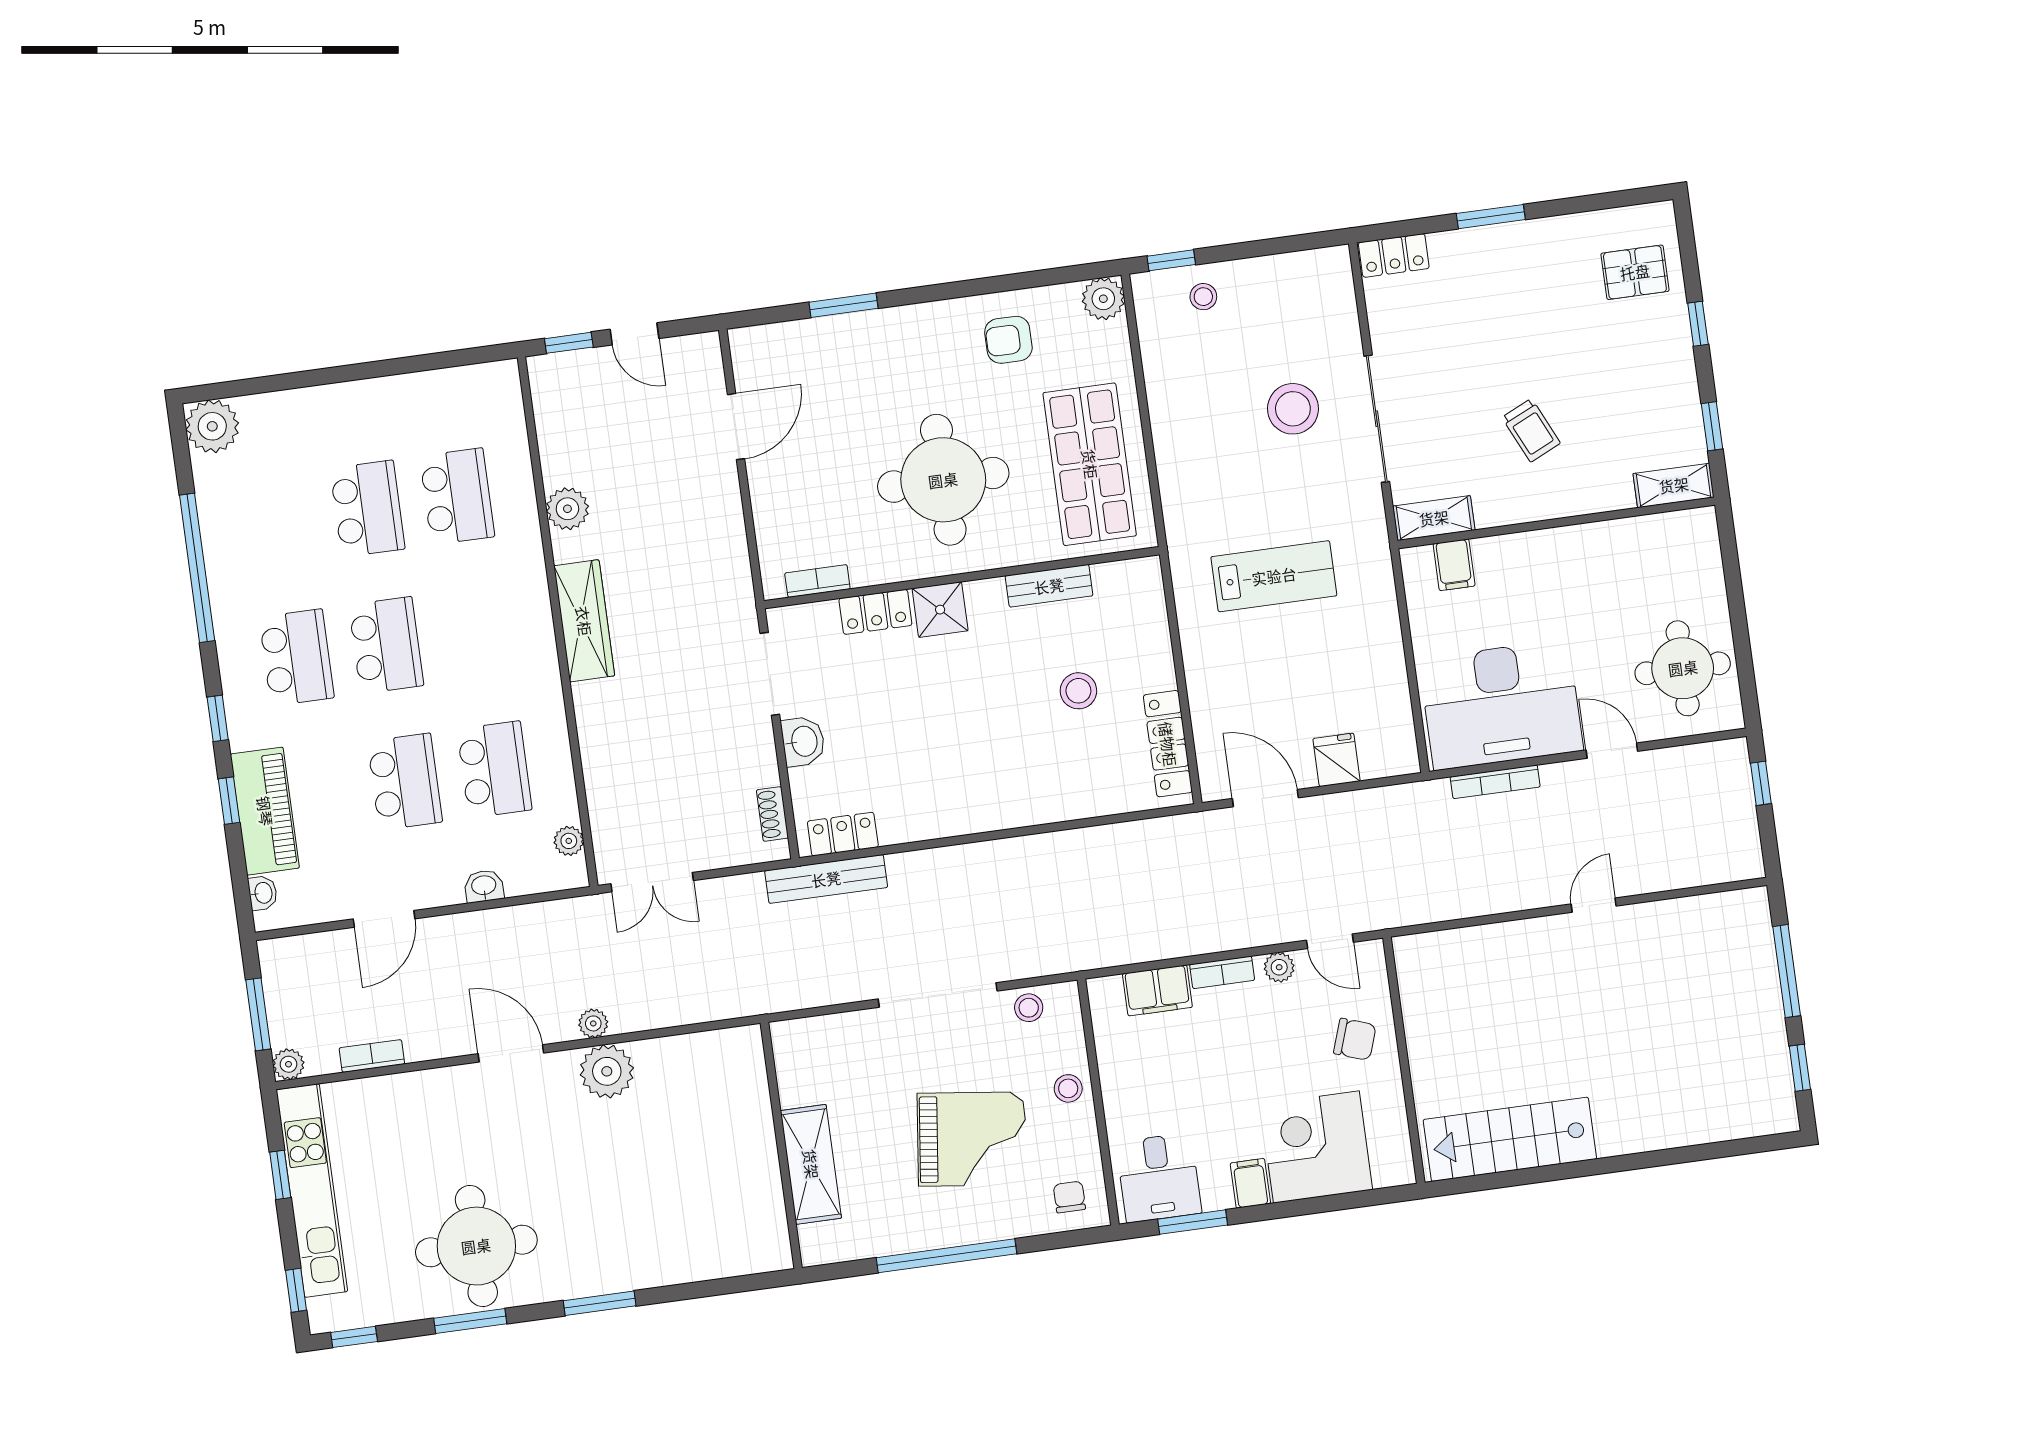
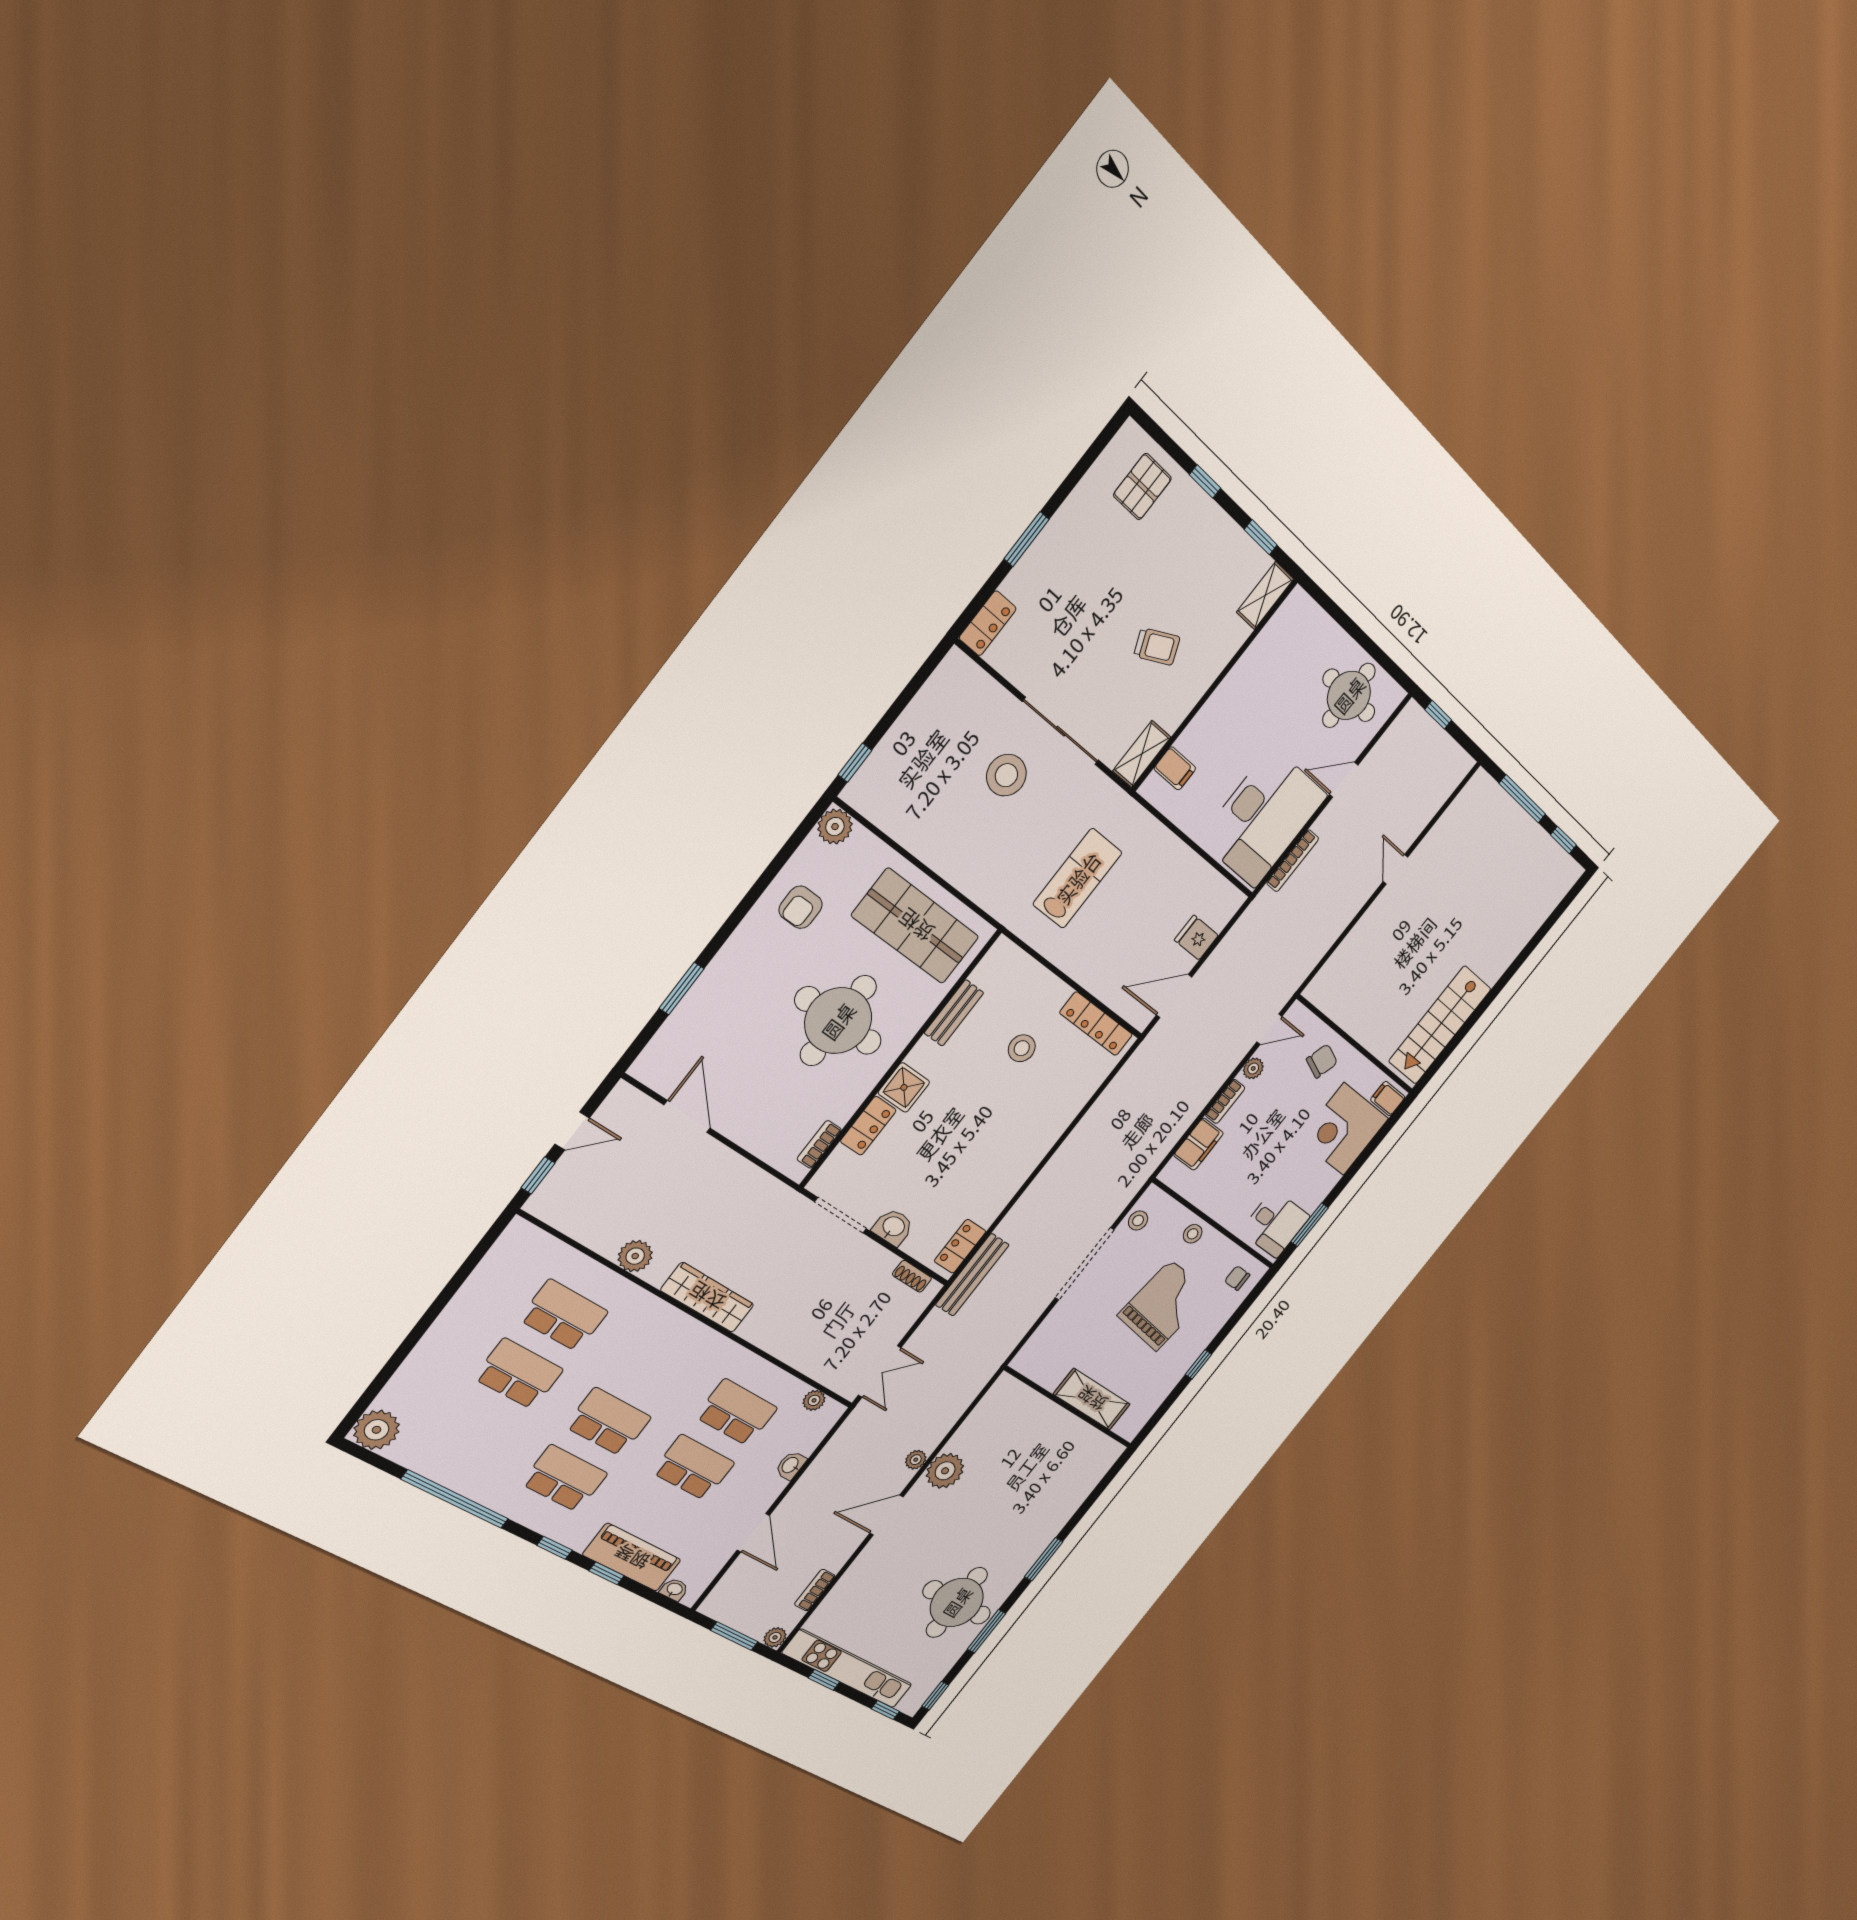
stool: (1203, 297) -> (894, 764), removed
filing cabinet: (1250, 1183) -> (1388, 1099), moved
window: (947, 1256) -> (1199, 1364), width x0.32

